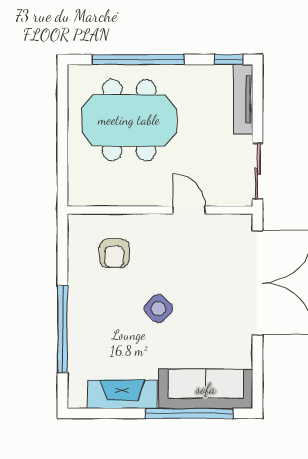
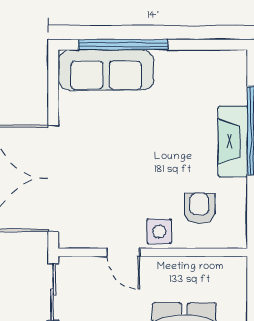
side table: (158, 309) -> (159, 231), moved, turned 45
fireplace: (122, 394) -> (233, 141), moved, turned 90

